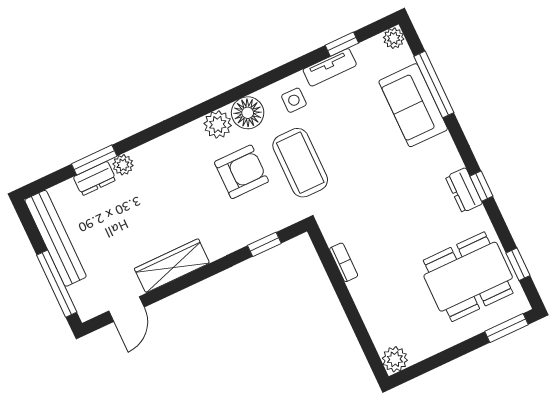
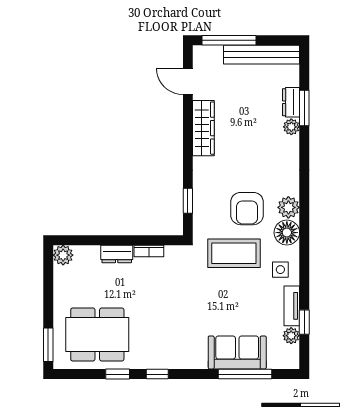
plant: (394, 38) -> (291, 336), moved
dresser: (464, 190) -> (117, 254), moved, turned 180
window: (518, 264) -> (118, 374), moved
dining table: (468, 277) -> (97, 334), turned 90

